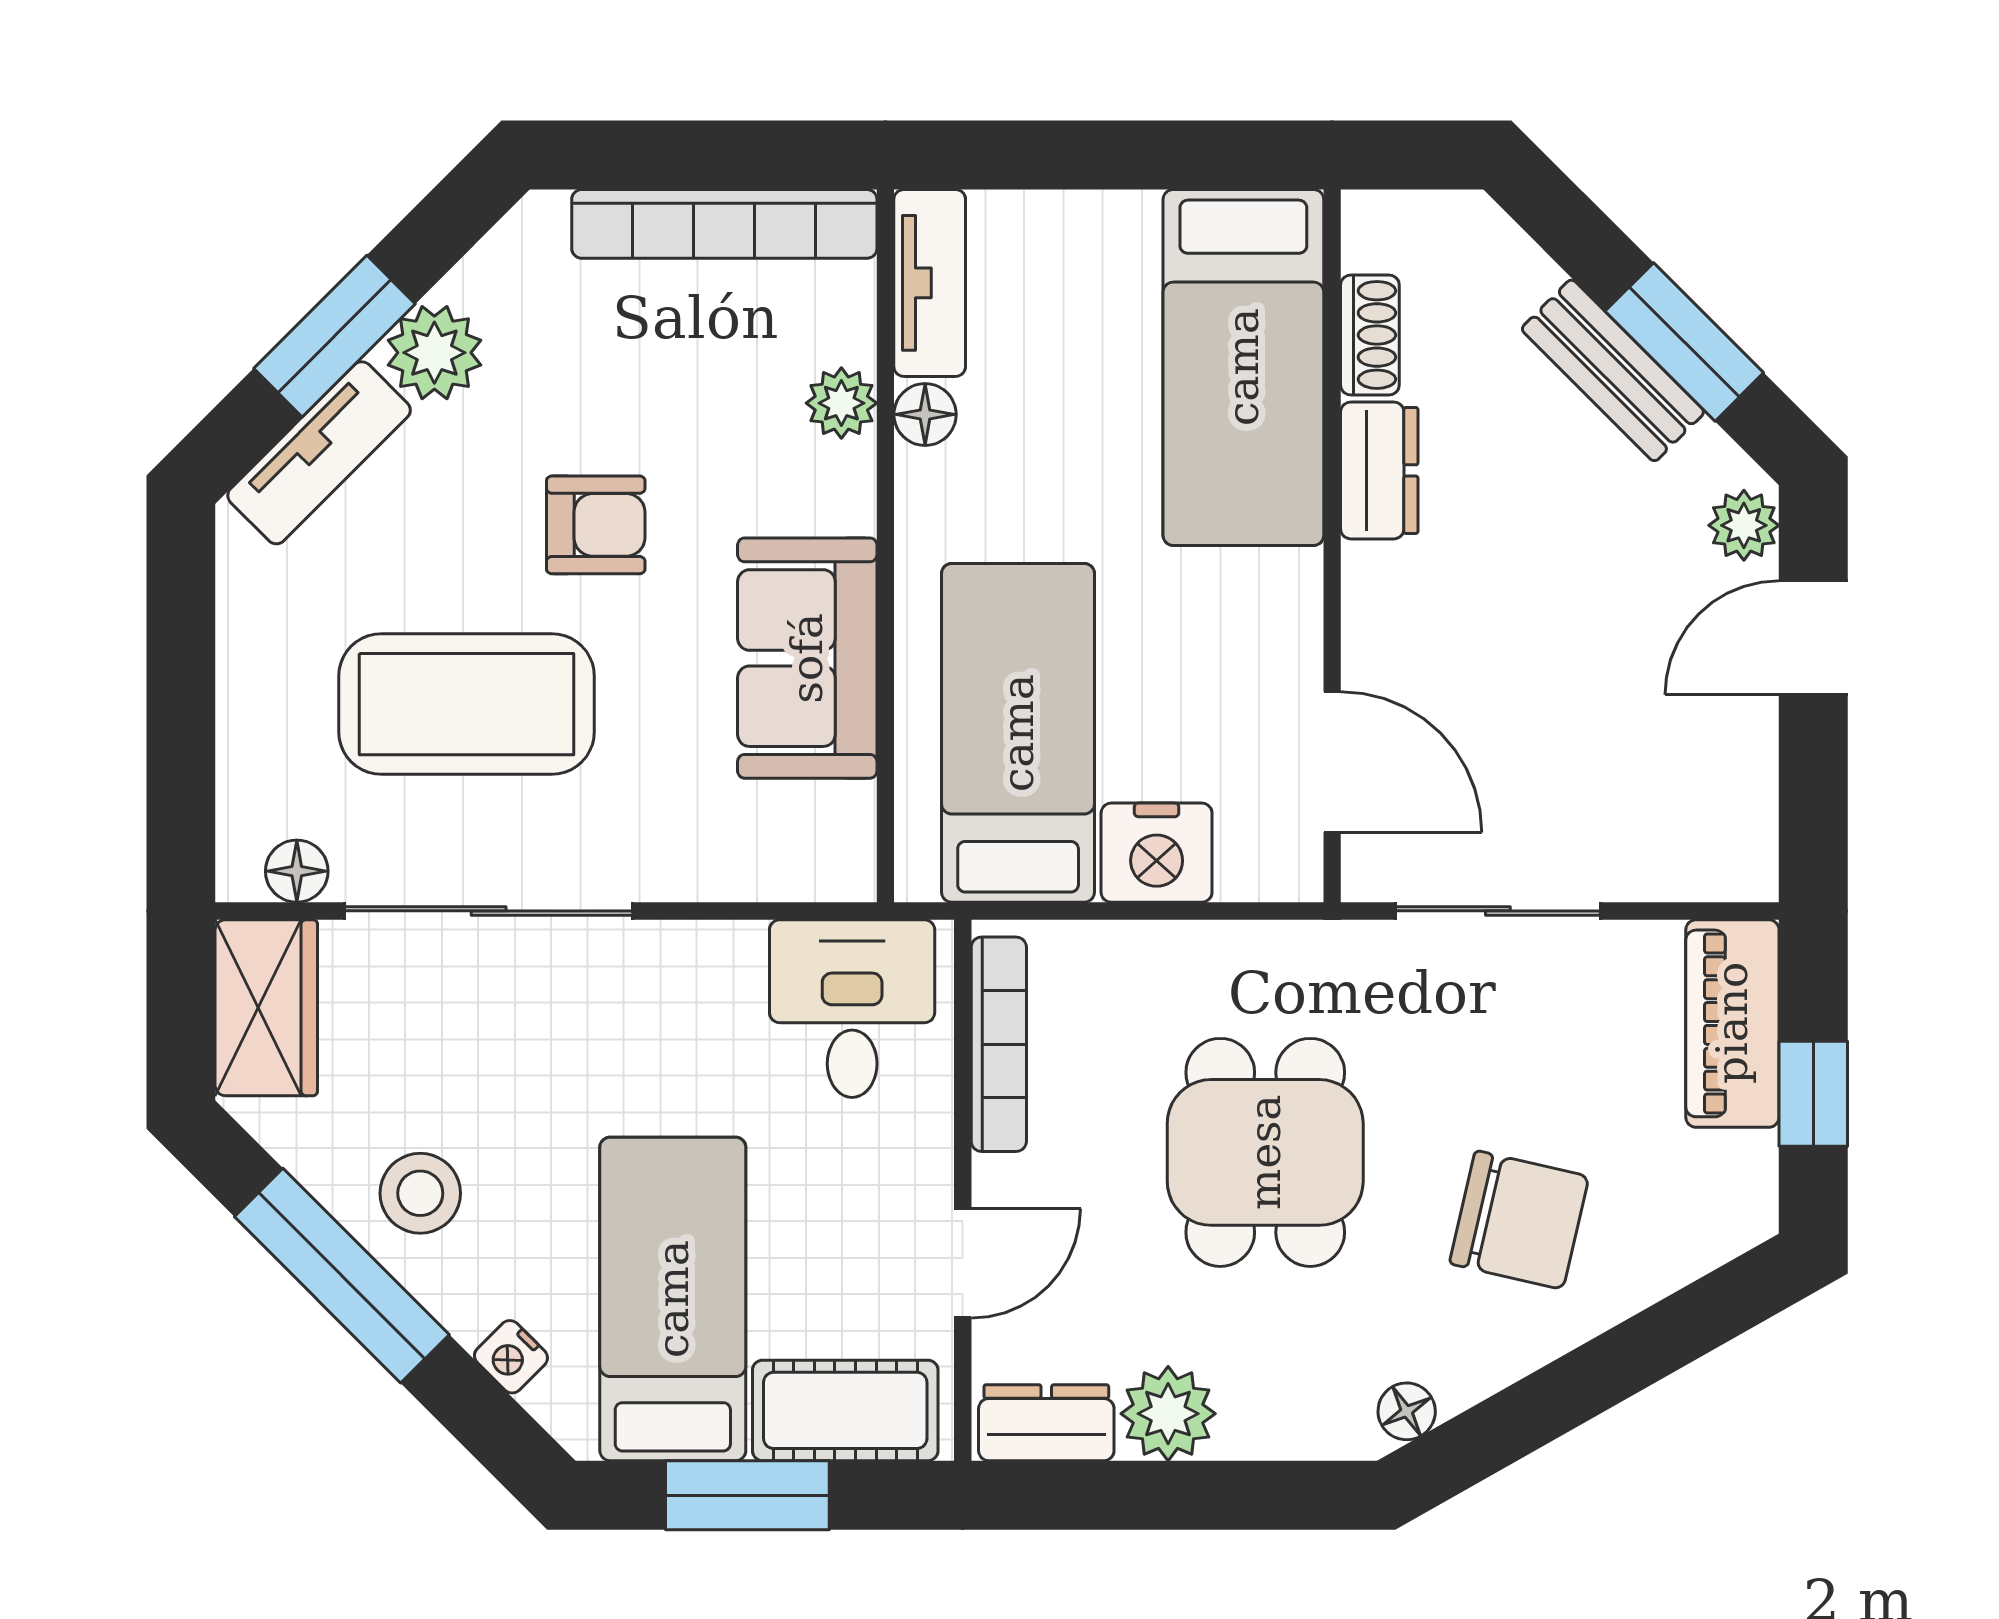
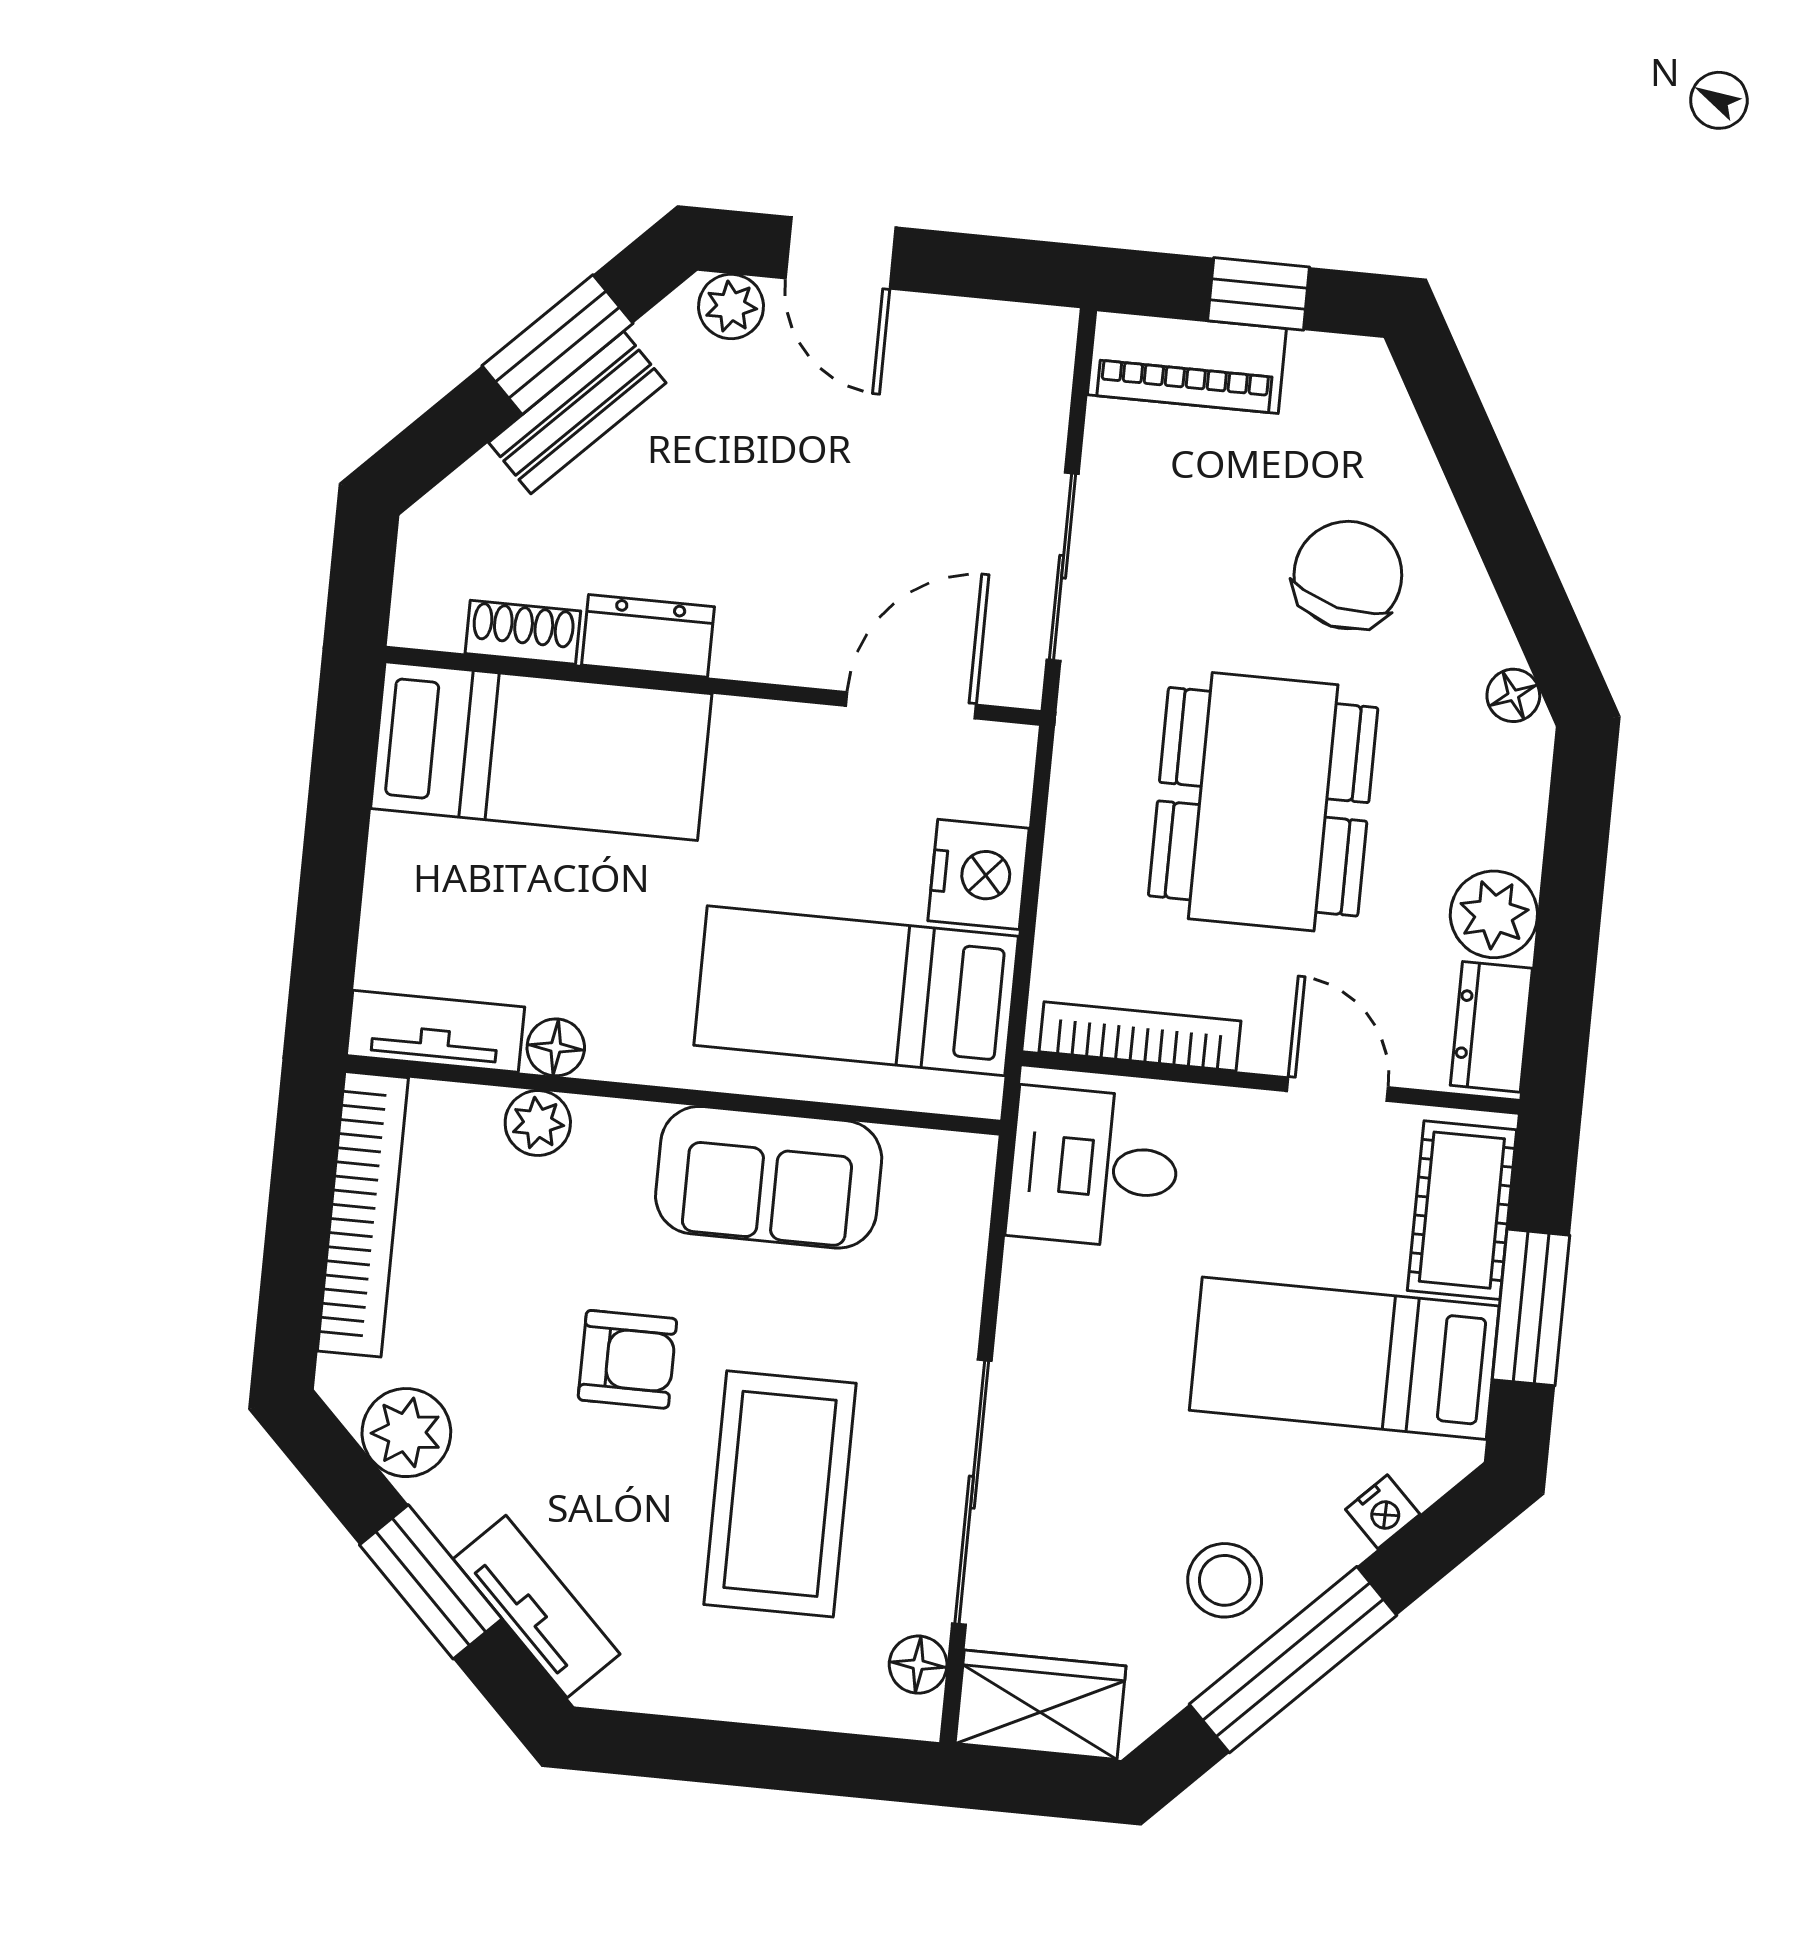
plant: (434, 353) -> (406, 1433), moved
armchair: (596, 525) -> (627, 1359), turned 90
dining table: (1265, 1152) -> (1263, 802), width x1.38

